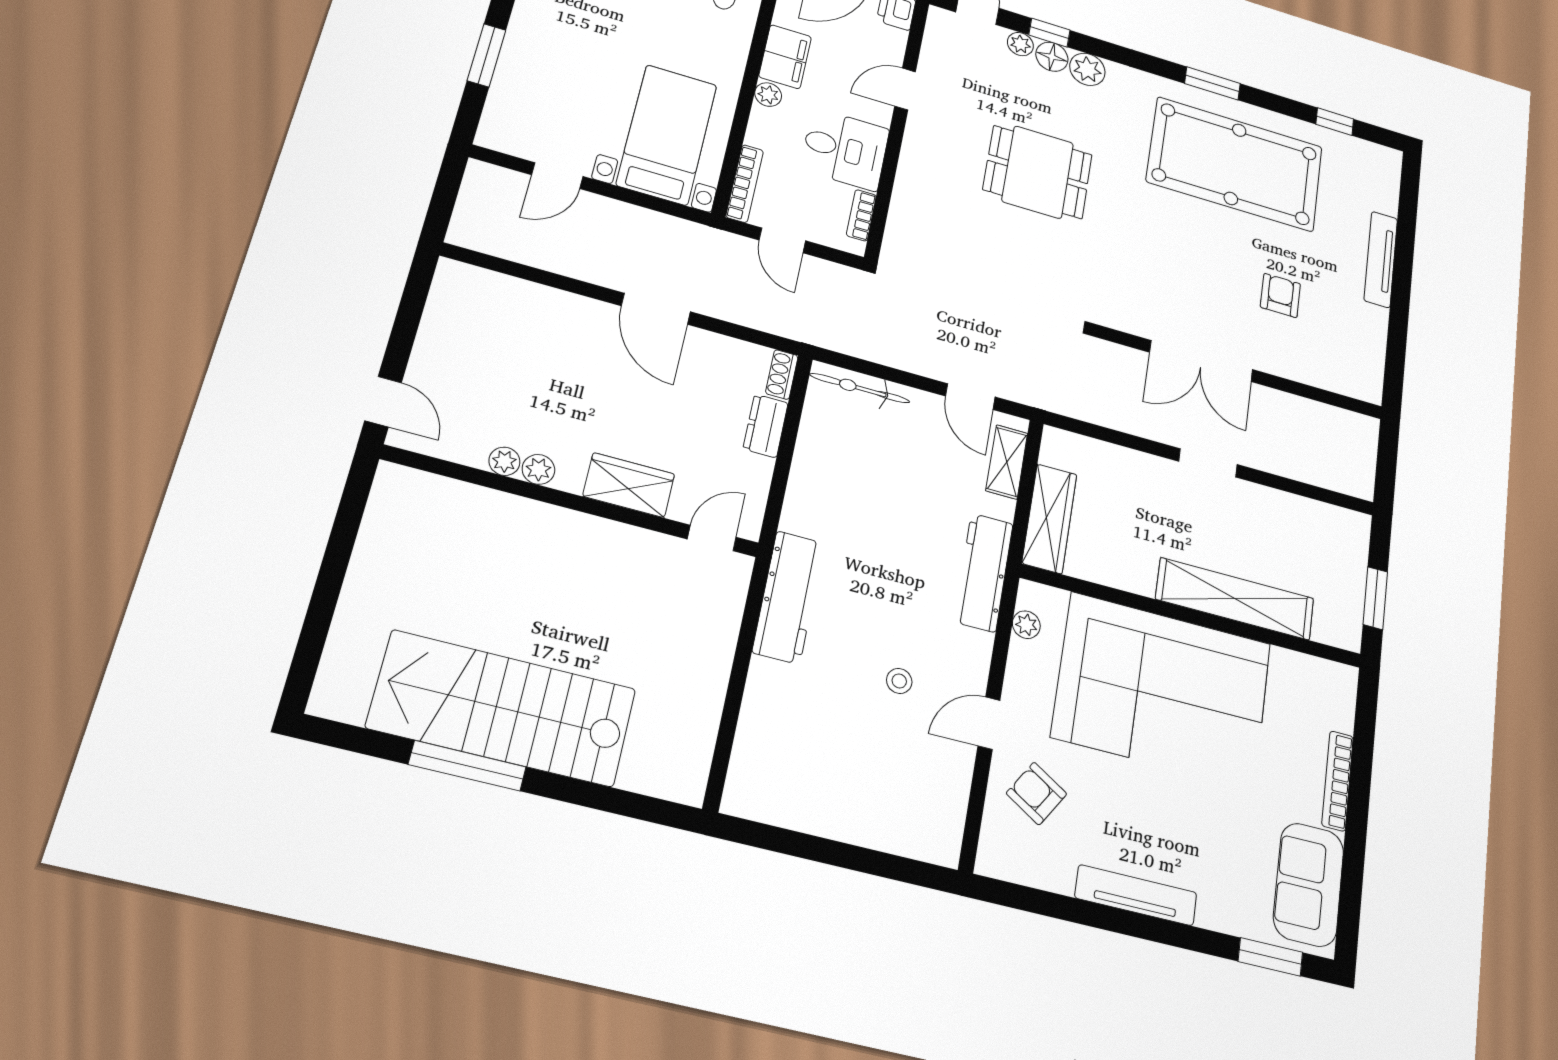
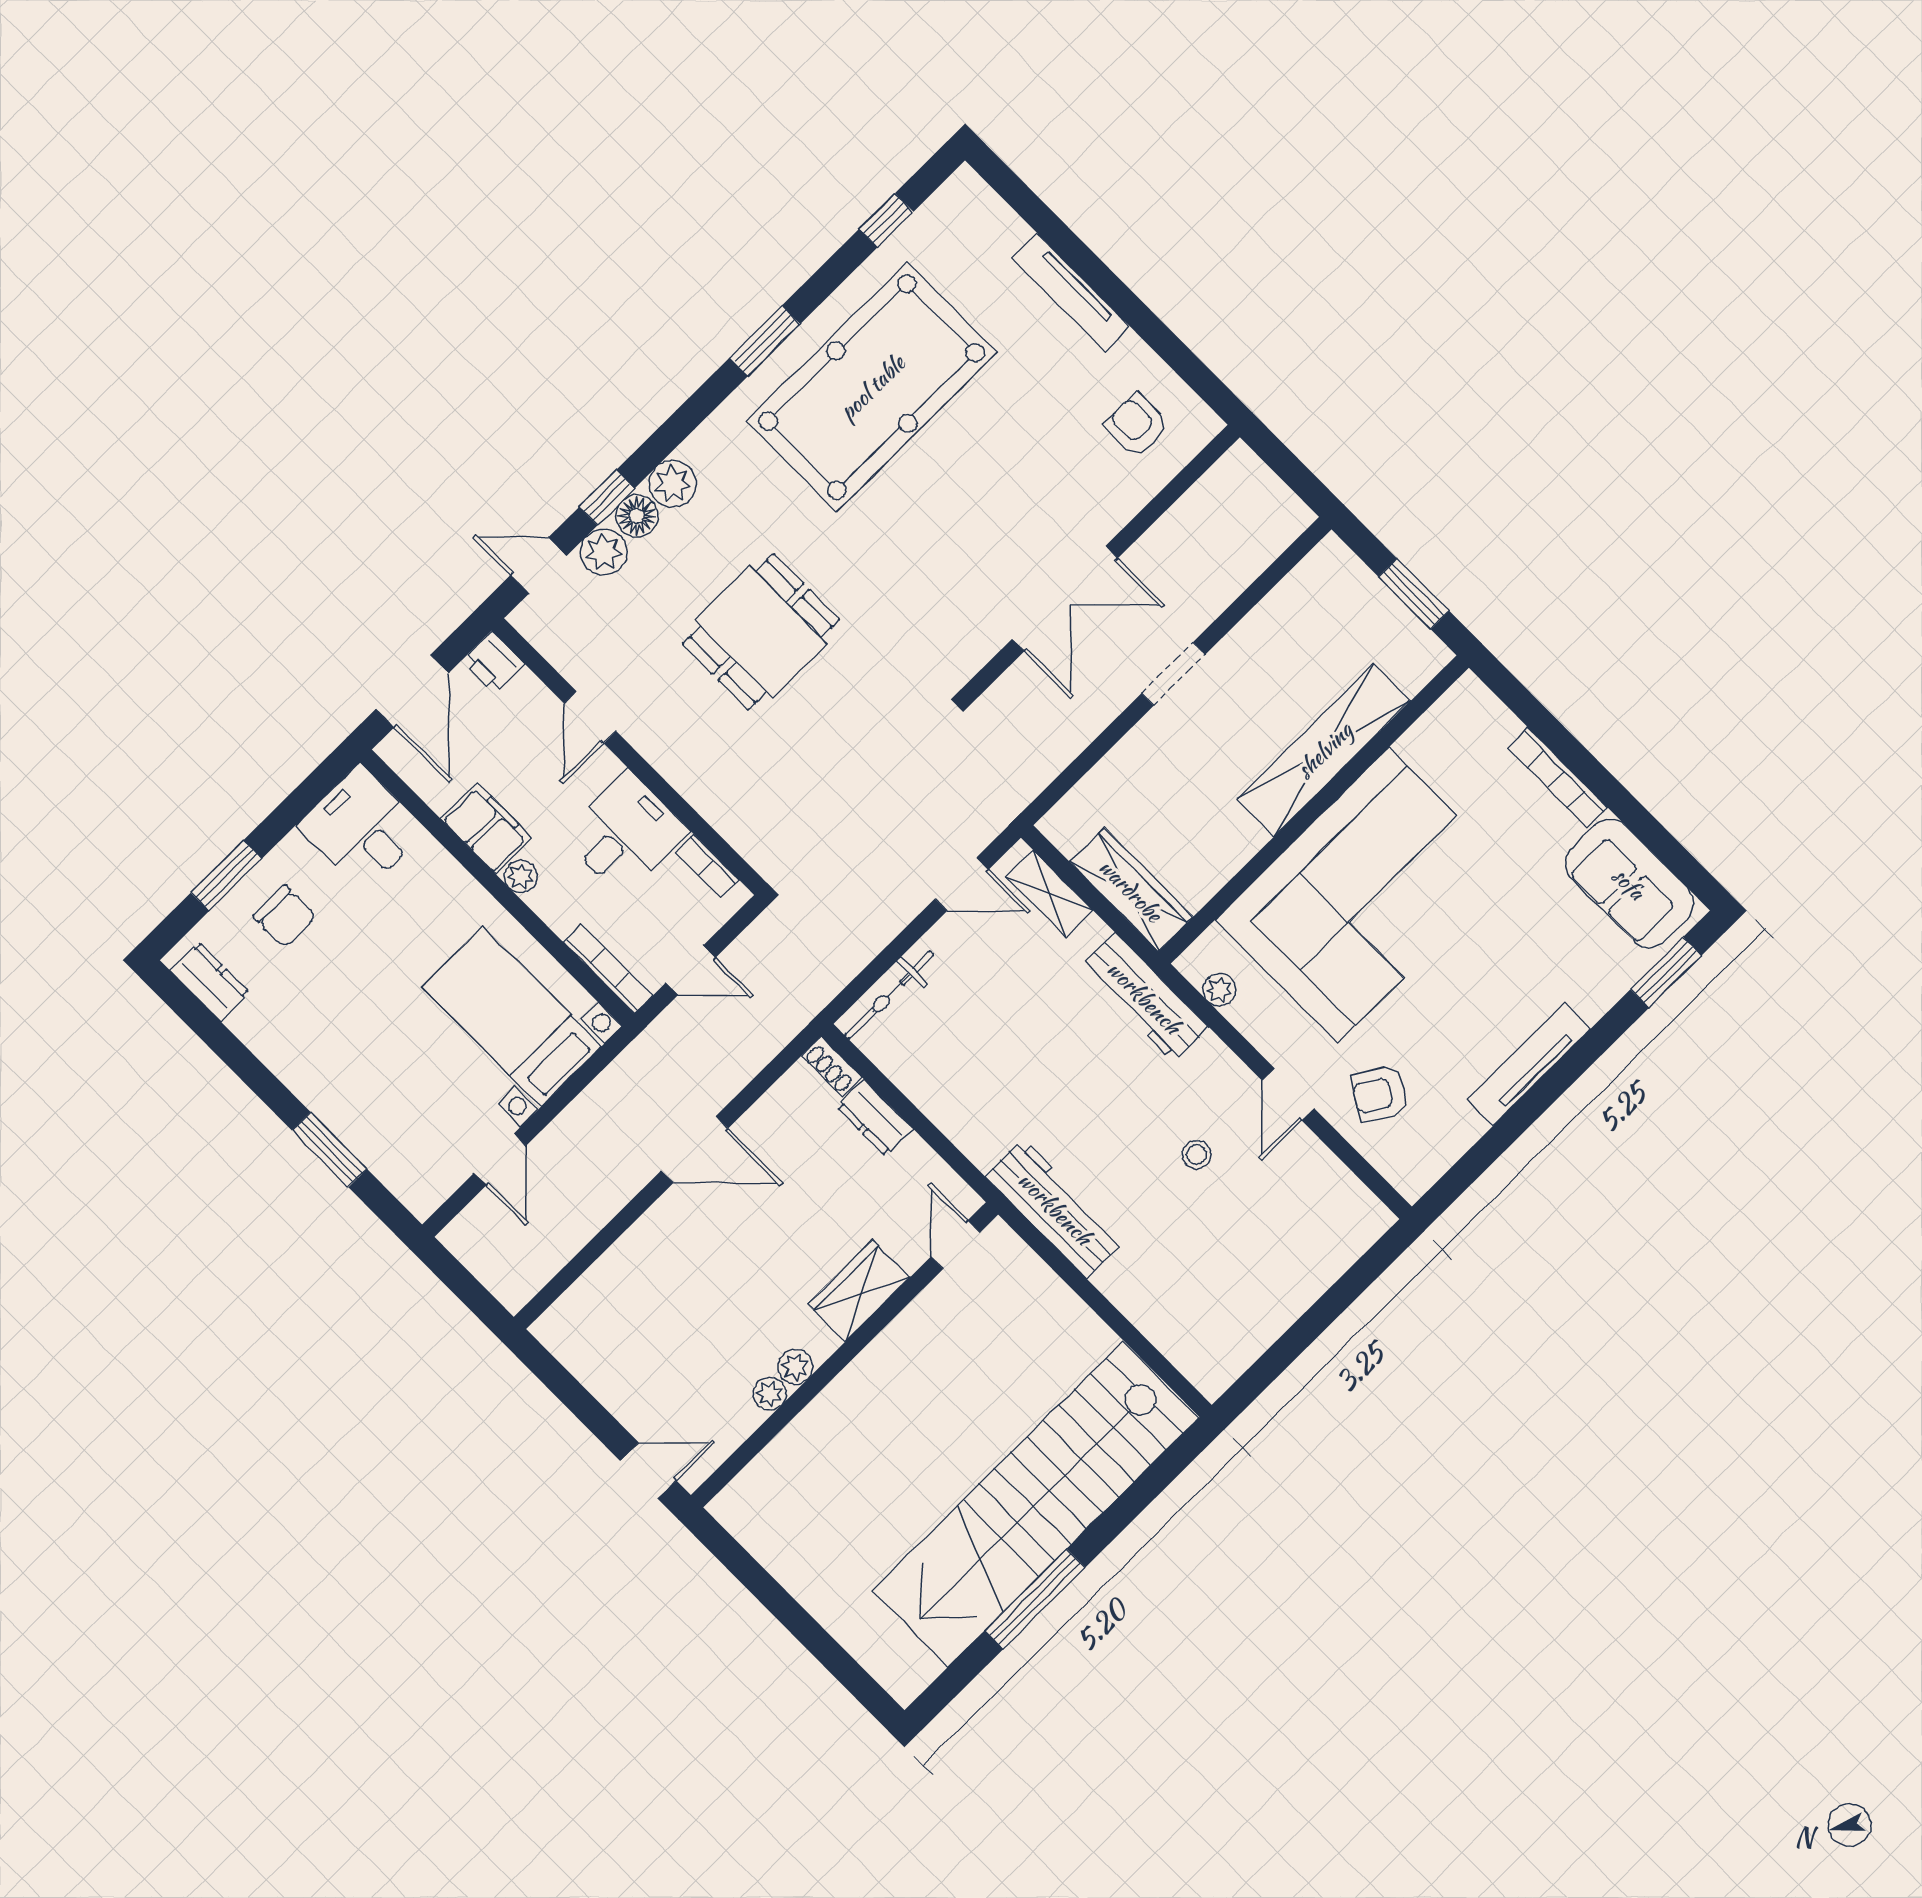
plant: (1020, 44) -> (604, 552), width x1.38, depth x1.38
armchair: (1280, 295) -> (1137, 425), moved
stairs: (503, 708) -> (1035, 1504), width x1.36

